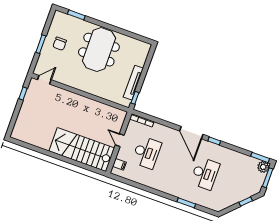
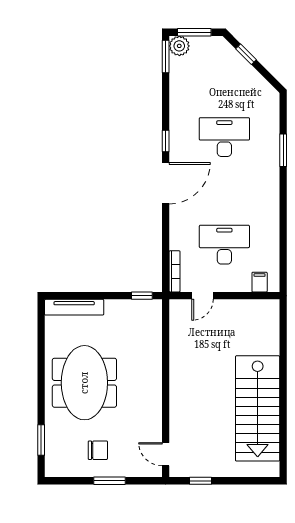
meeting table: (99, 50) -> (84, 383), turned 90
tv unit: (133, 83) -> (74, 307), moved
door: (120, 140) -> (202, 296), moved
stairs: (82, 150) -> (258, 408), moved

